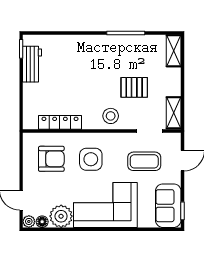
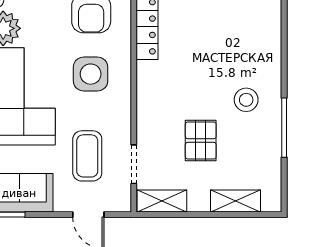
shelving: (174, 51) -> (235, 201), moved
stool: (111, 116) -> (246, 100), moved

